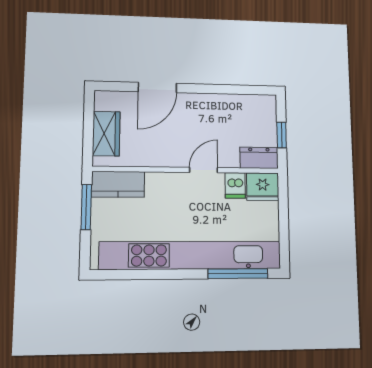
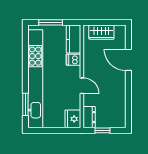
dishwasher: (235, 185) -> (73, 60), moved
window: (86, 207) -> (51, 22), moved
window: (238, 274) -> (25, 104), width x0.69

